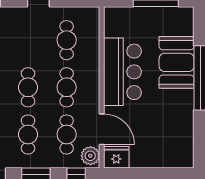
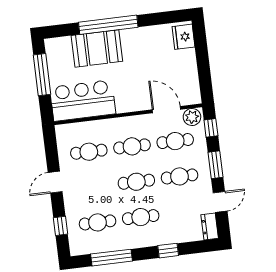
bar counter: (122, 72) -> (83, 101), moved
door: (102, 129) -> (166, 110), hinge flipped
fridge: (116, 157) -> (184, 37), moved

